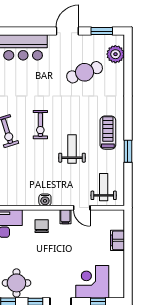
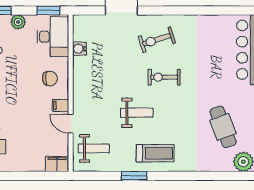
water cooler: (45, 200) -> (79, 49), moved
door: (82, 208) -> (71, 124), hinge flipped
filing cabinet: (117, 240) -> (57, 164), moved

